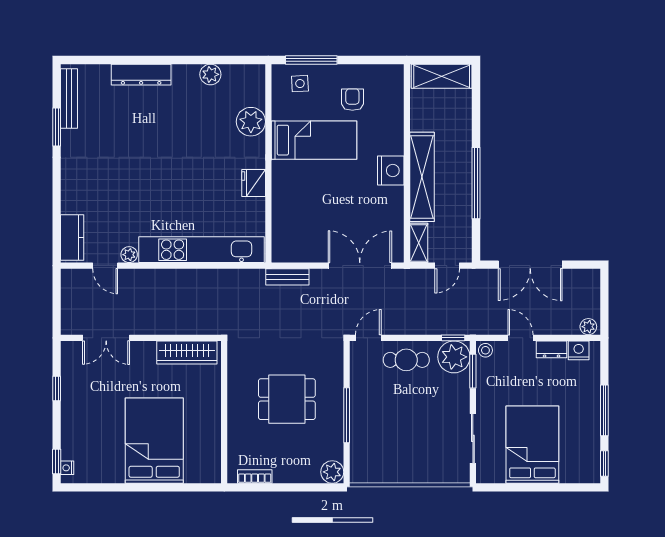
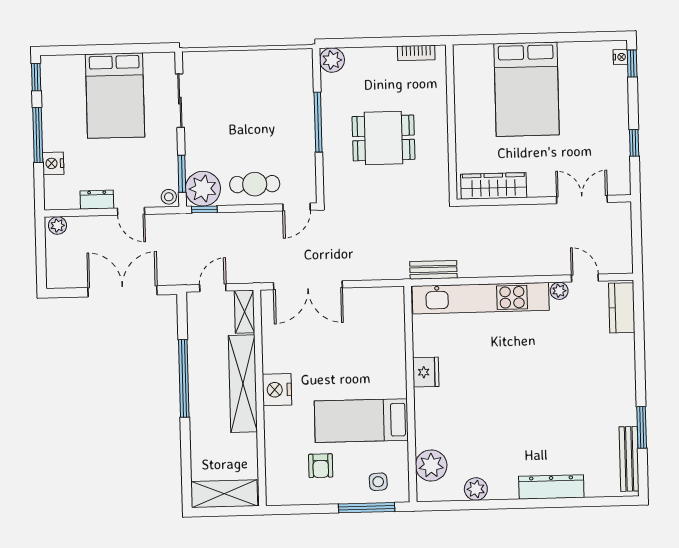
plant: (251, 122) -> (431, 465), moved
bench: (287, 277) -> (433, 270), moved
nightstand: (579, 350) -> (53, 163), moved, turned 90

